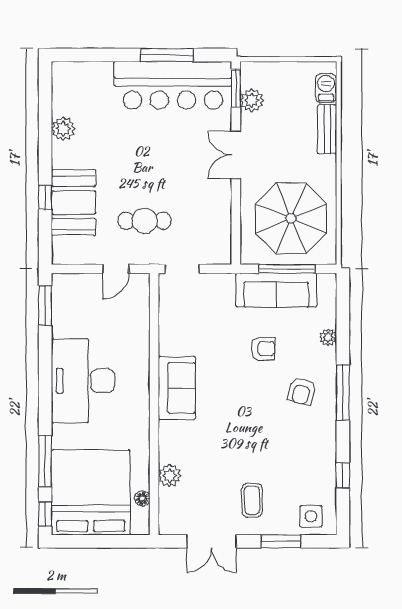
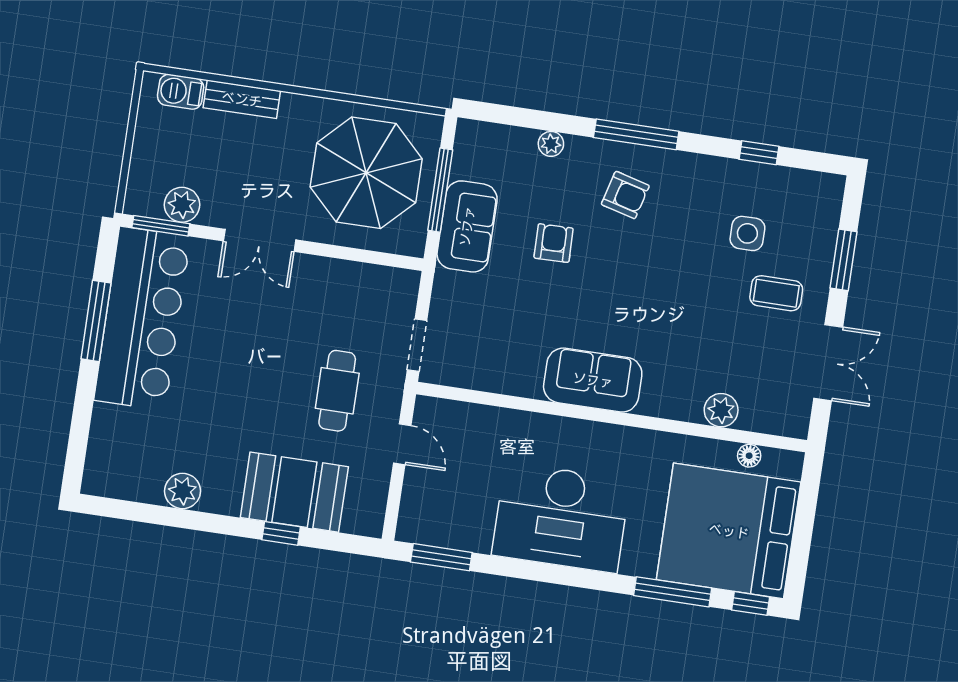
sofa: (276, 290) -> (467, 226), width x0.73
side table: (311, 516) -> (747, 233), moved

